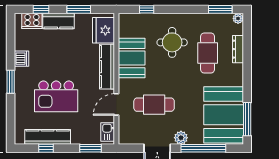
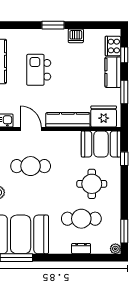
dresser: (238, 49) -> (81, 249), width x0.70
booth: (132, 58) -> (101, 144), moved
kitchen island: (56, 96) -> (39, 70), width x0.73, depth x0.78
cafe table: (154, 105) -> (31, 166), turned 90

